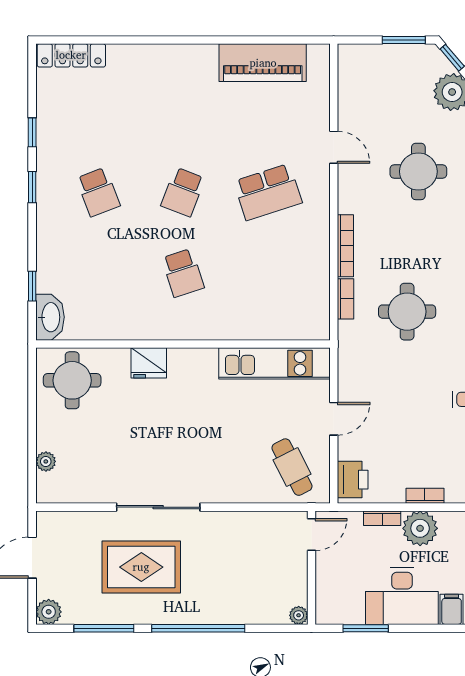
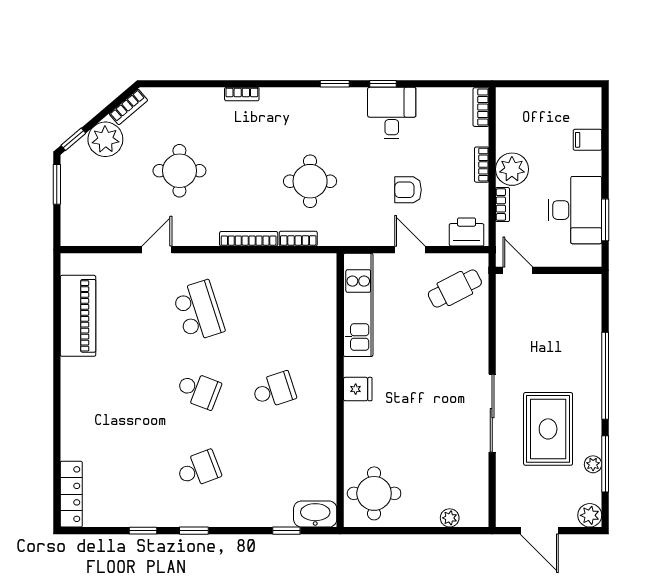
fridge: (149, 363) -> (358, 389), moved, width x0.72
armchair: (398, 417) -> (408, 190), added
desk: (402, 596) -> (575, 210), moved
plant: (299, 615) -> (593, 464), moved

